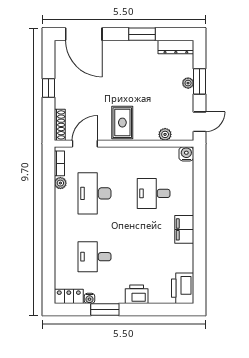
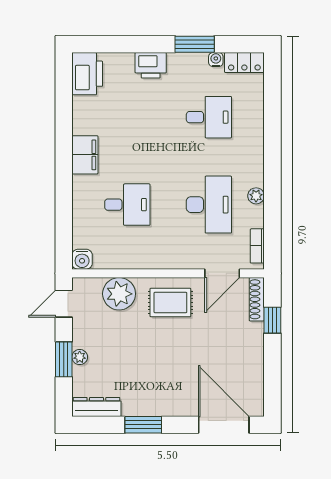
window: (49, 88) -> (272, 320), moved
rug: (122, 123) -> (170, 303), turned 90
plant: (165, 134) -> (119, 294), width x1.88, depth x1.88
plant: (60, 183) -> (256, 196), moved

